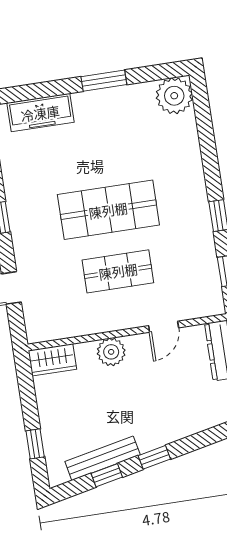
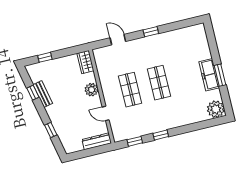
freezer: (40, 113) -> (209, 75), moved
shop shelf: (108, 210) -> (159, 83), width x0.70, depth x0.74
window: (154, 457) -> (51, 130), moved
bench: (103, 458) -> (43, 94), width x0.73

